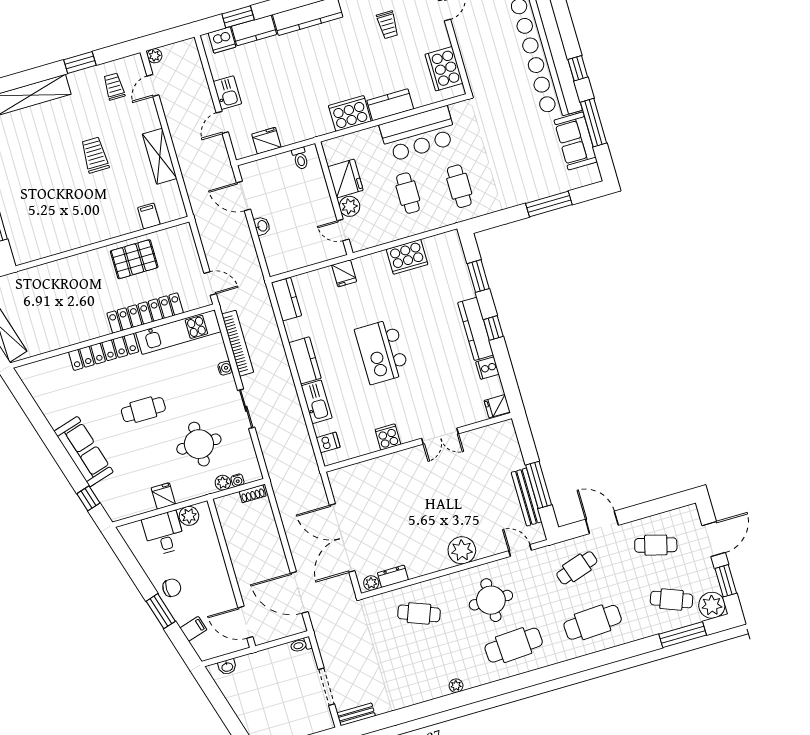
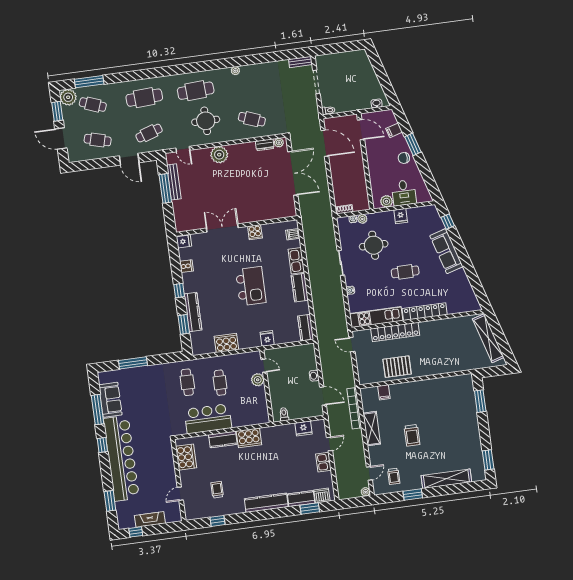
fridge: (345, 178) -> (258, 398), removed
kitchen counter: (476, 329) -> (193, 312), moved
bookcase: (238, 343) -> (354, 408), moved
double door: (440, 436) -> (222, 228), width x1.37
door: (714, 539) -> (61, 138), hinge flipped

